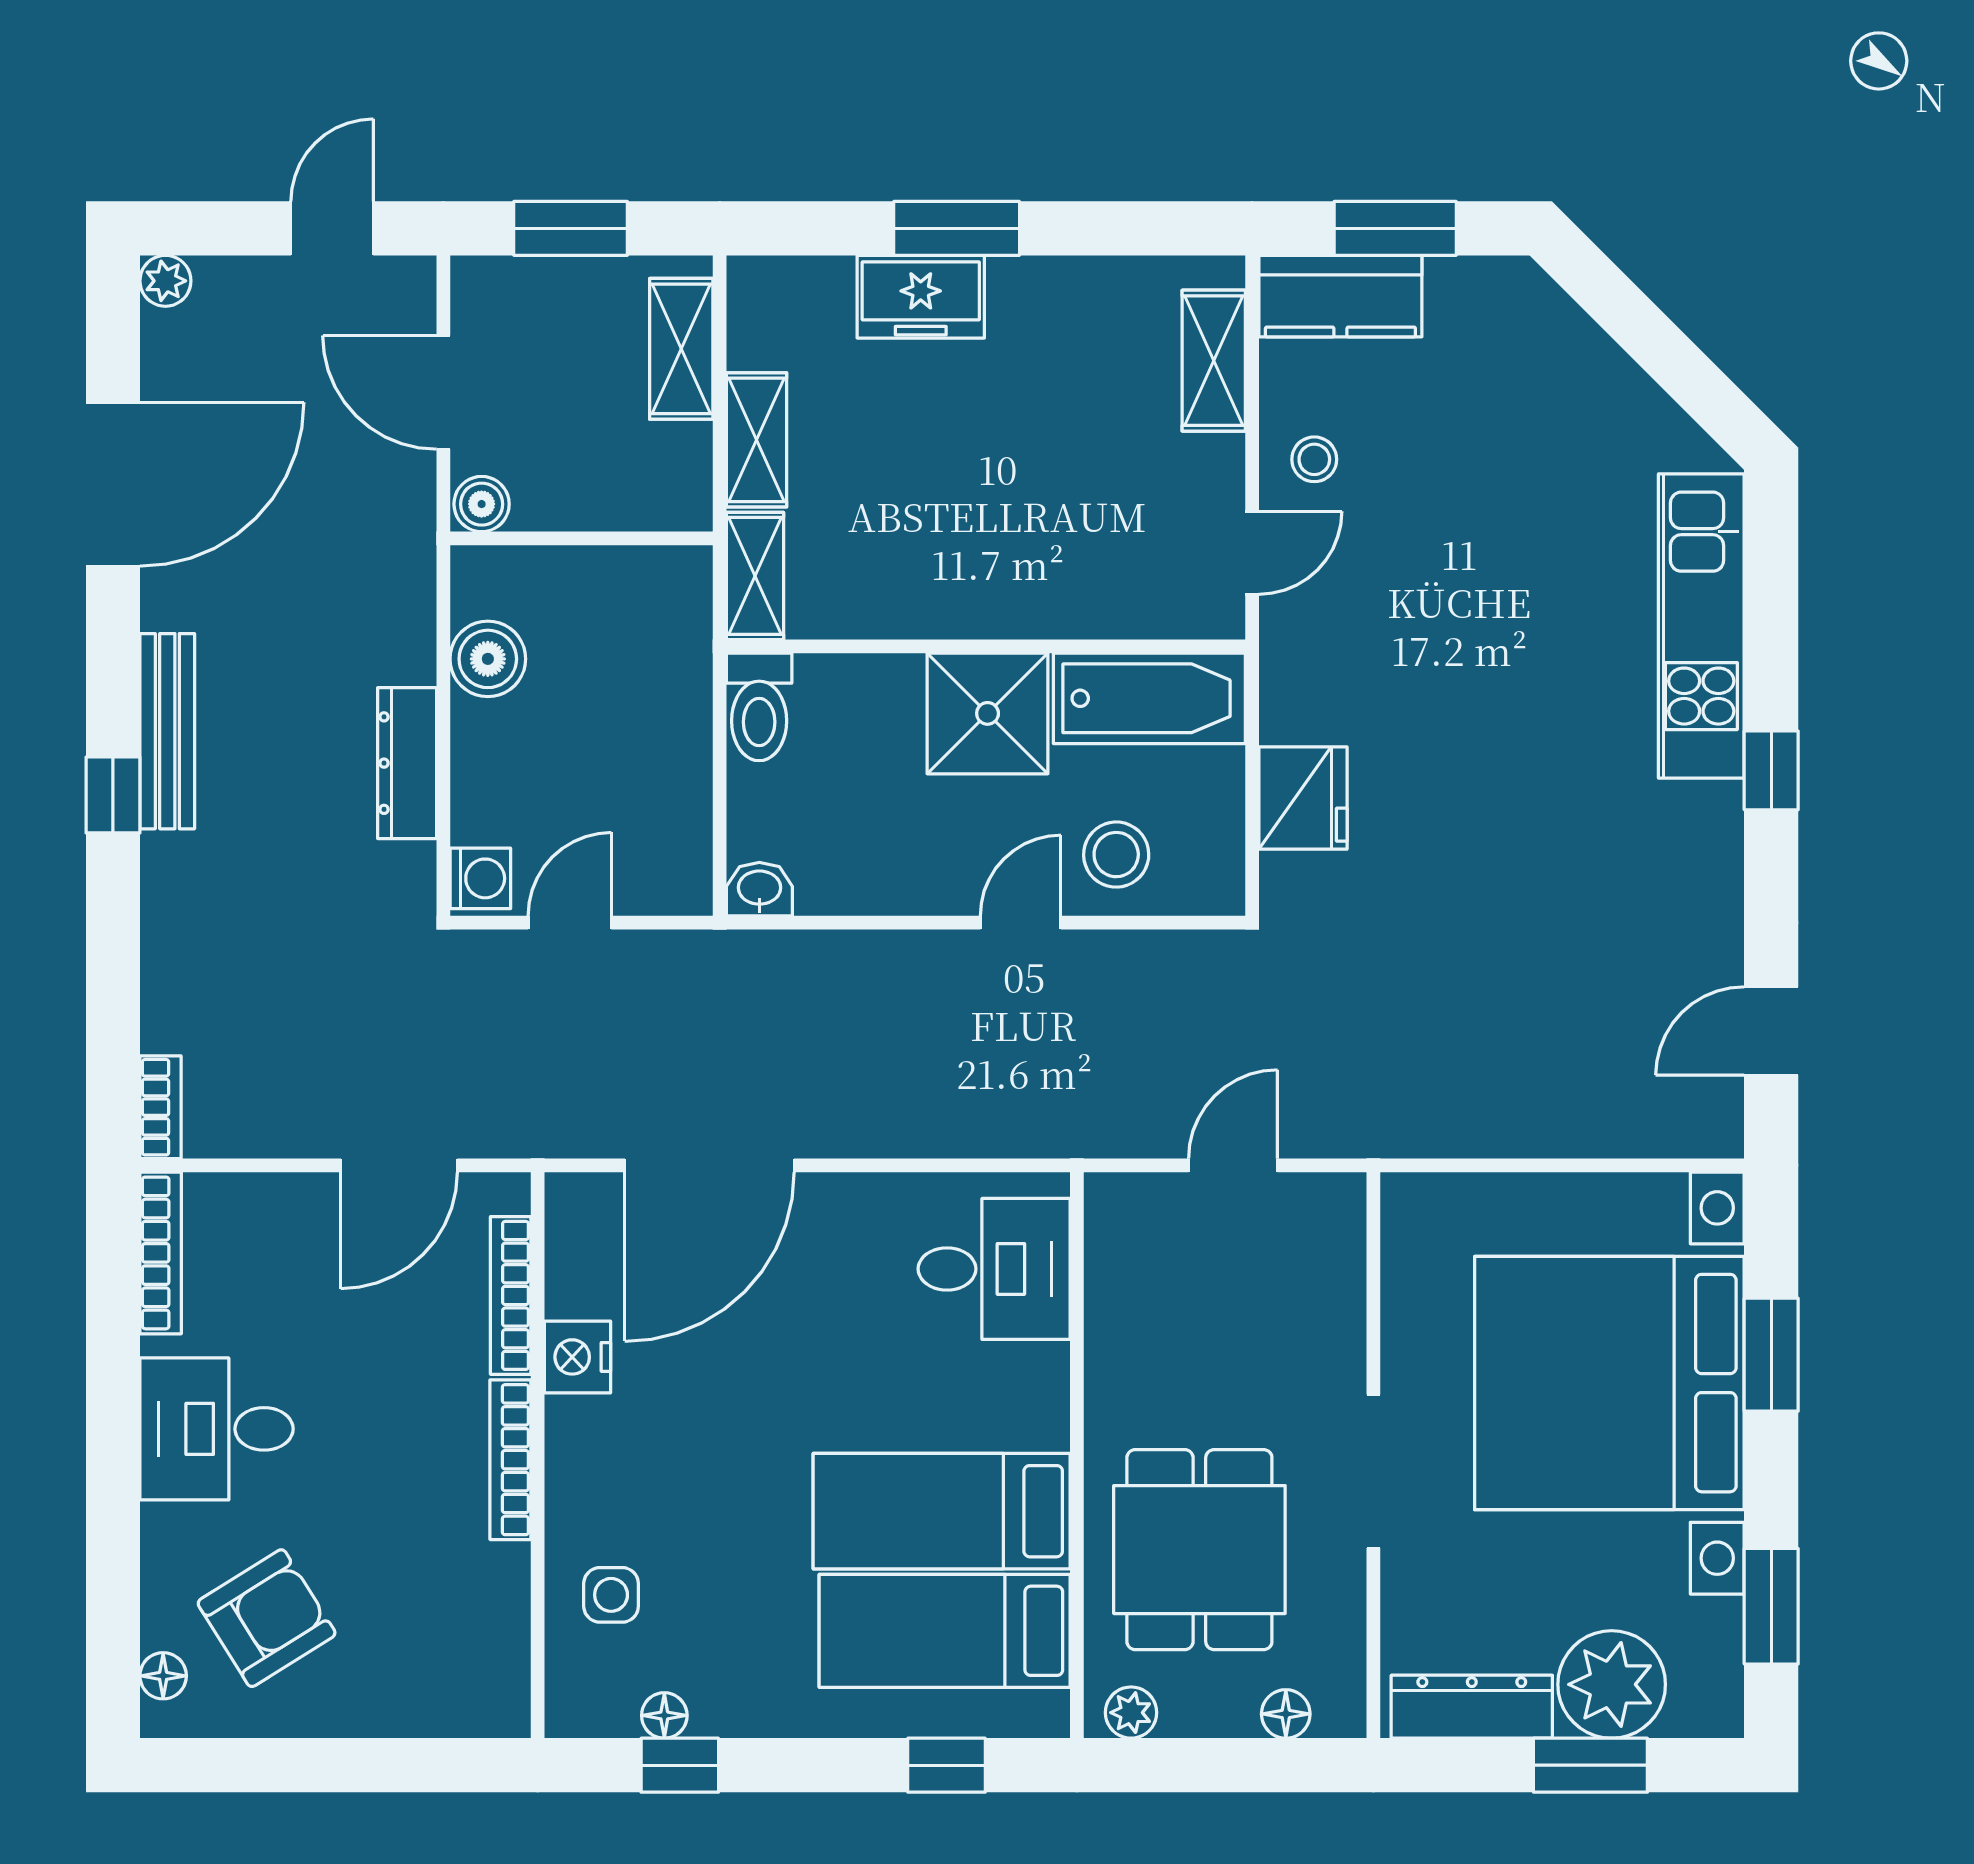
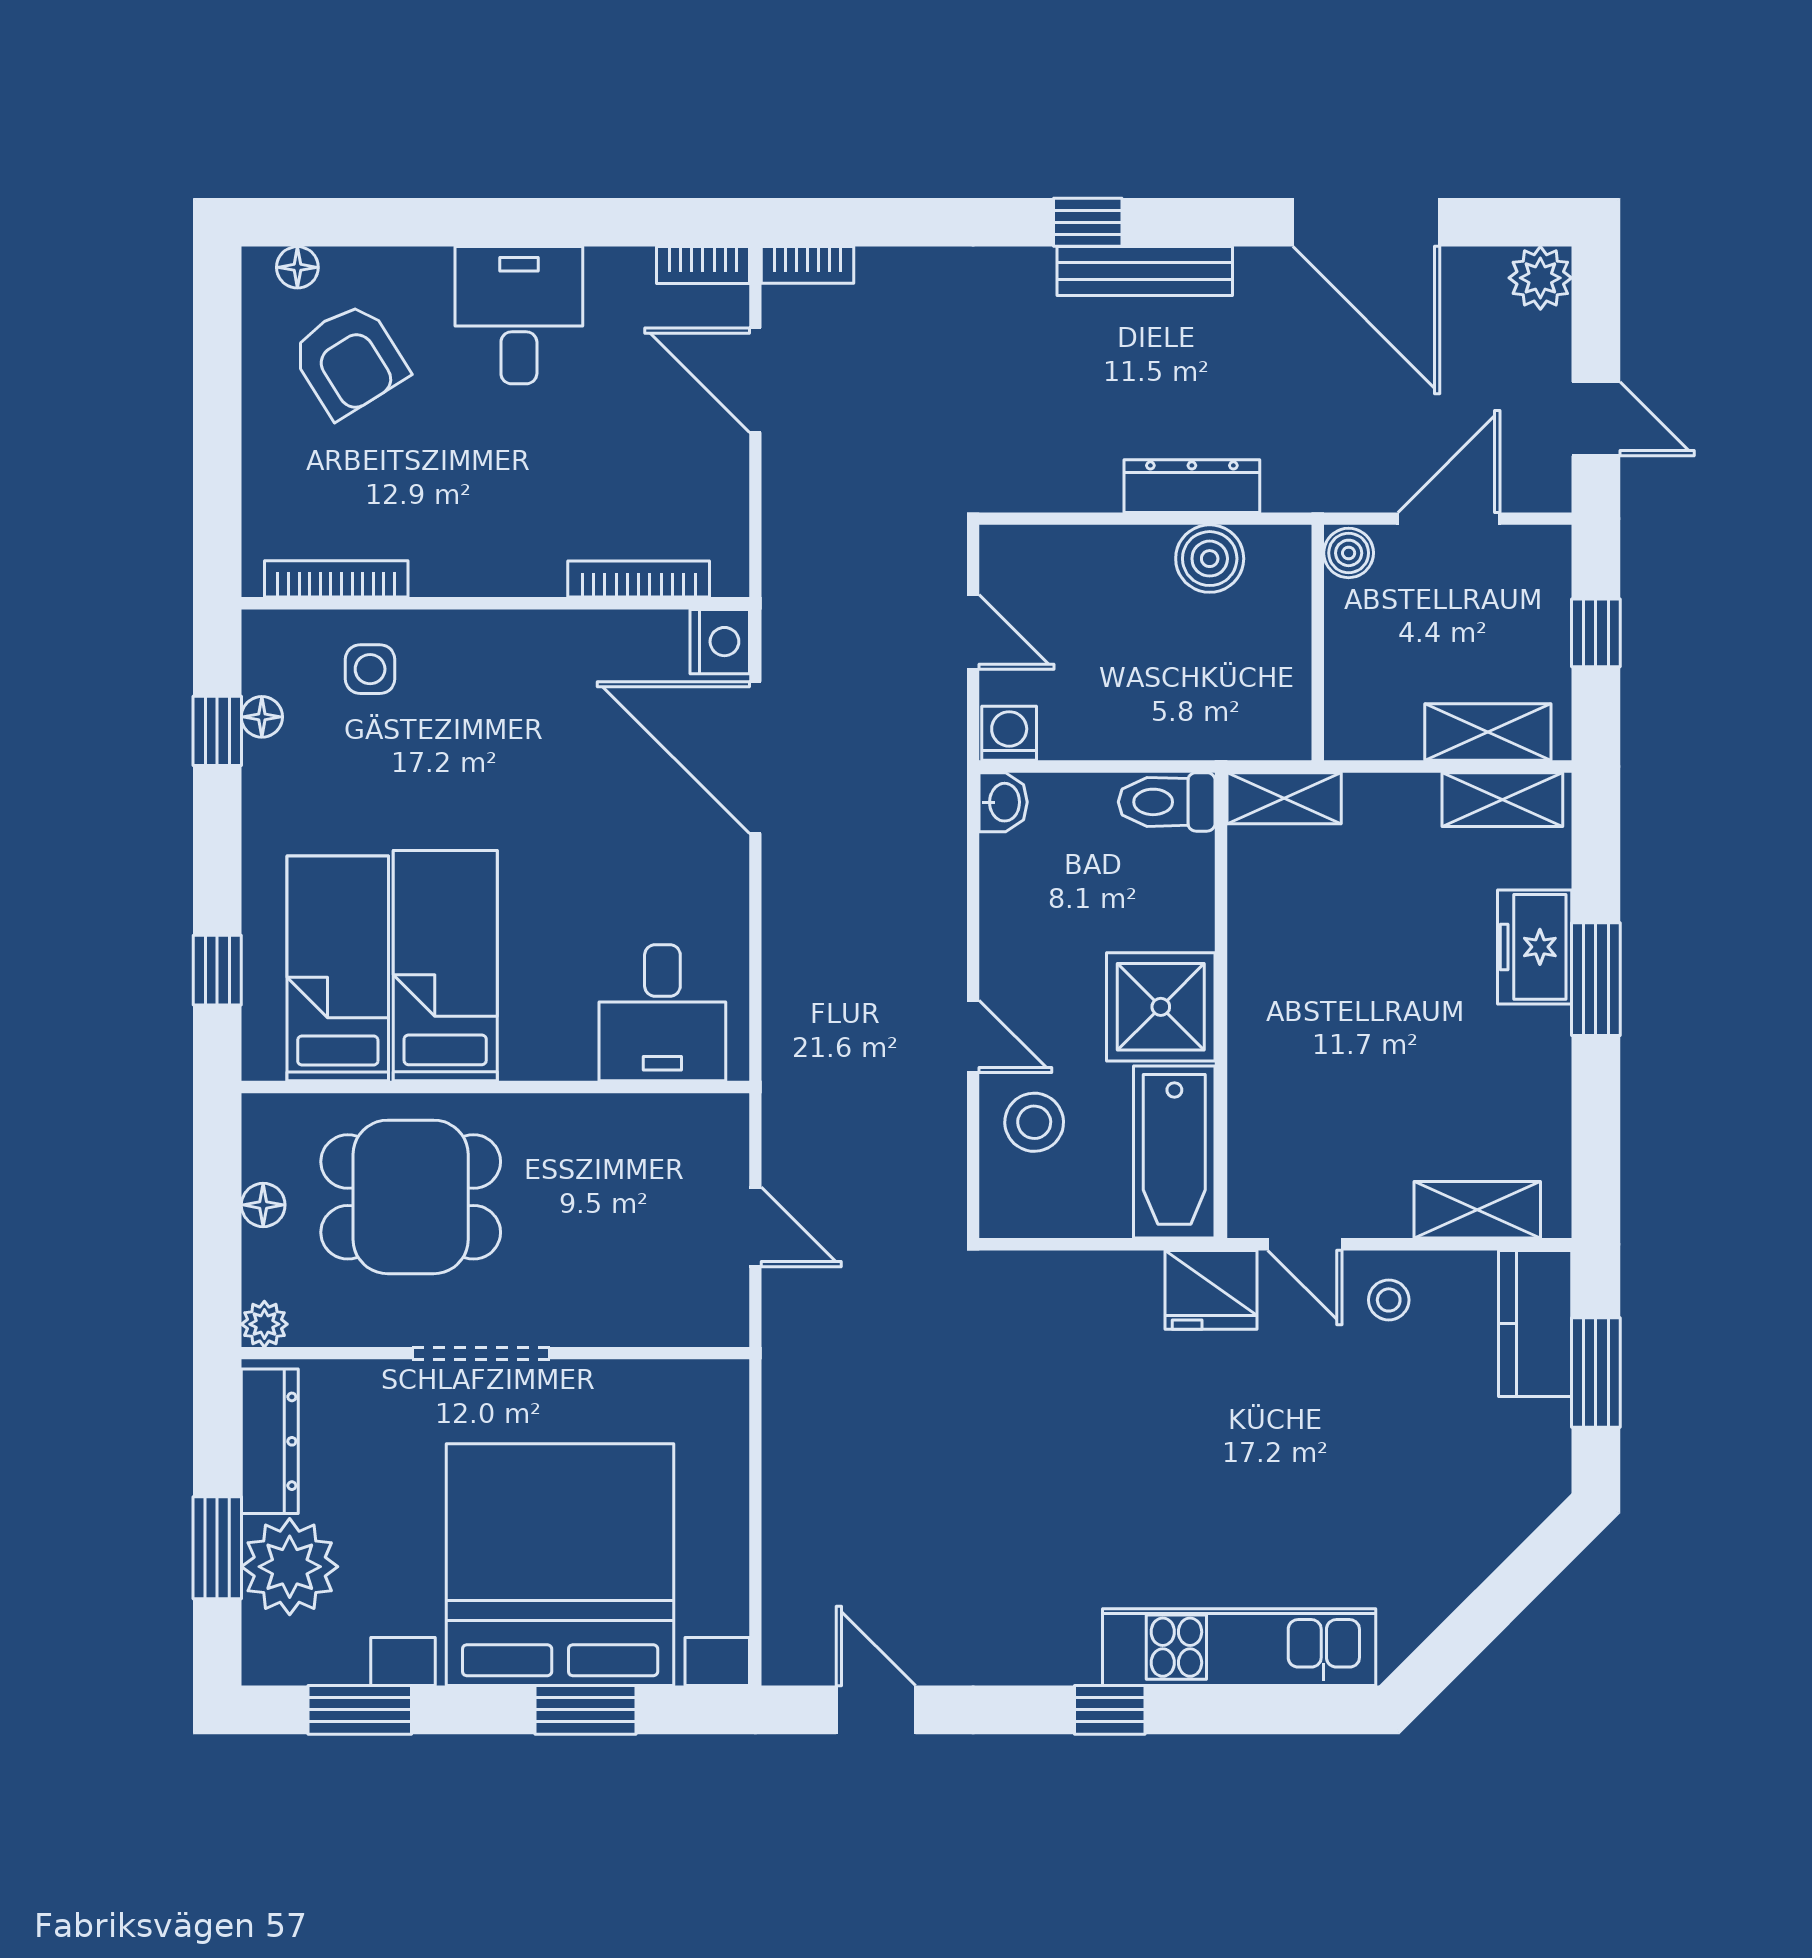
window: (571, 228) -> (1596, 633), width x0.67
plant: (165, 281) -> (1540, 278), width x1.38, depth x1.38
shelving: (757, 440) -> (1502, 800), moved
dresser: (407, 763) -> (1192, 486), moved
fridge: (1303, 798) -> (1211, 1290), moved
washing machine: (480, 878) -> (1009, 733), moved, turned 180
door: (399, 1165) -> (755, 380), moved
bookcase: (161, 1253) -> (703, 265), width x0.64
nightstand: (577, 1357) -> (720, 642), moved, turned 90
bookcase: (510, 1460) -> (336, 579), moved
plant: (1131, 1713) -> (264, 1324), moved
floor lamp: (1286, 1714) -> (263, 1205), moved

